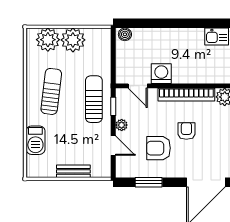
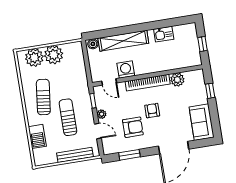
shelving: (164, 37) -> (123, 41), added
sun lounger: (94, 99) -> (68, 117), moved
armchair: (158, 148) -> (133, 127), turned 180
bench: (73, 171) -> (75, 155), width x1.36

